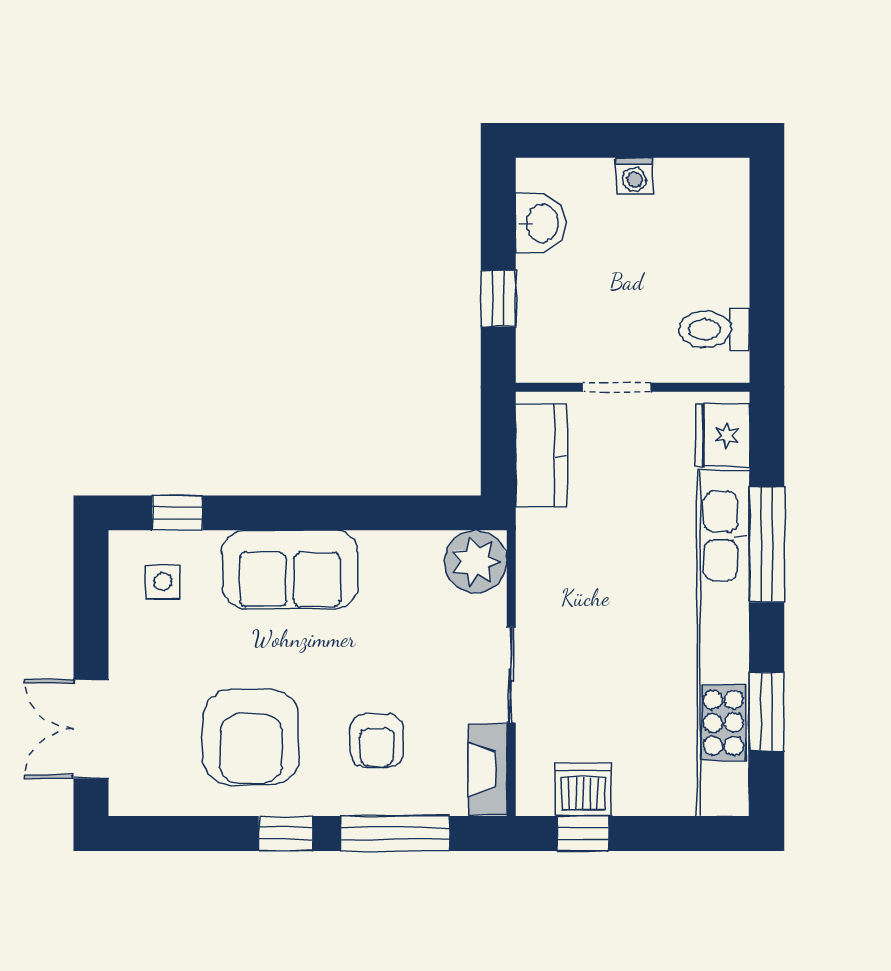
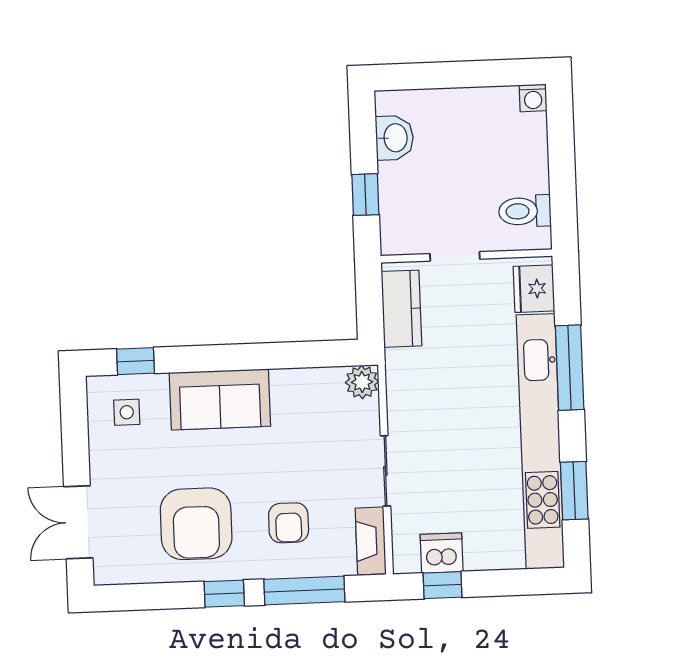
washing machine: (634, 176) -> (533, 98), moved
plant: (476, 561) -> (362, 382), width x0.73, depth x0.73

